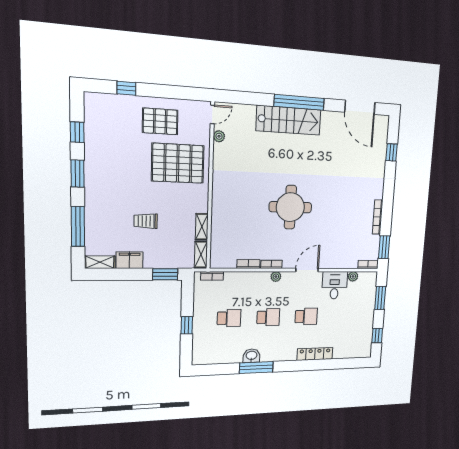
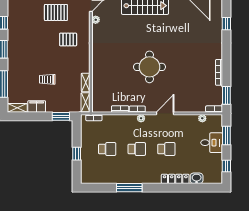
pallet: (178, 163) -> (68, 39), width x0.49, depth x0.50
desk: (334, 285) -> (212, 143), moved, turned 90
washbasin: (252, 356) -> (197, 178), moved

